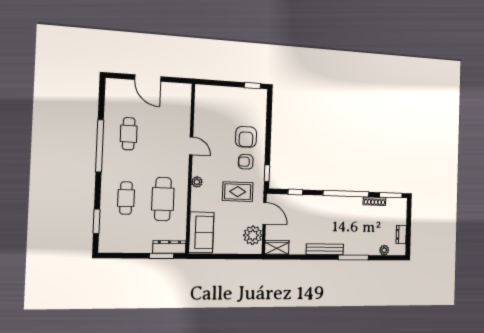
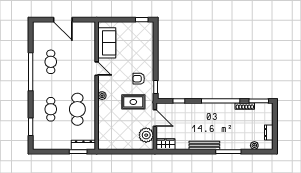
armchair: (246, 137) -> (138, 60), removed
sofa: (201, 232) -> (107, 43), moved

